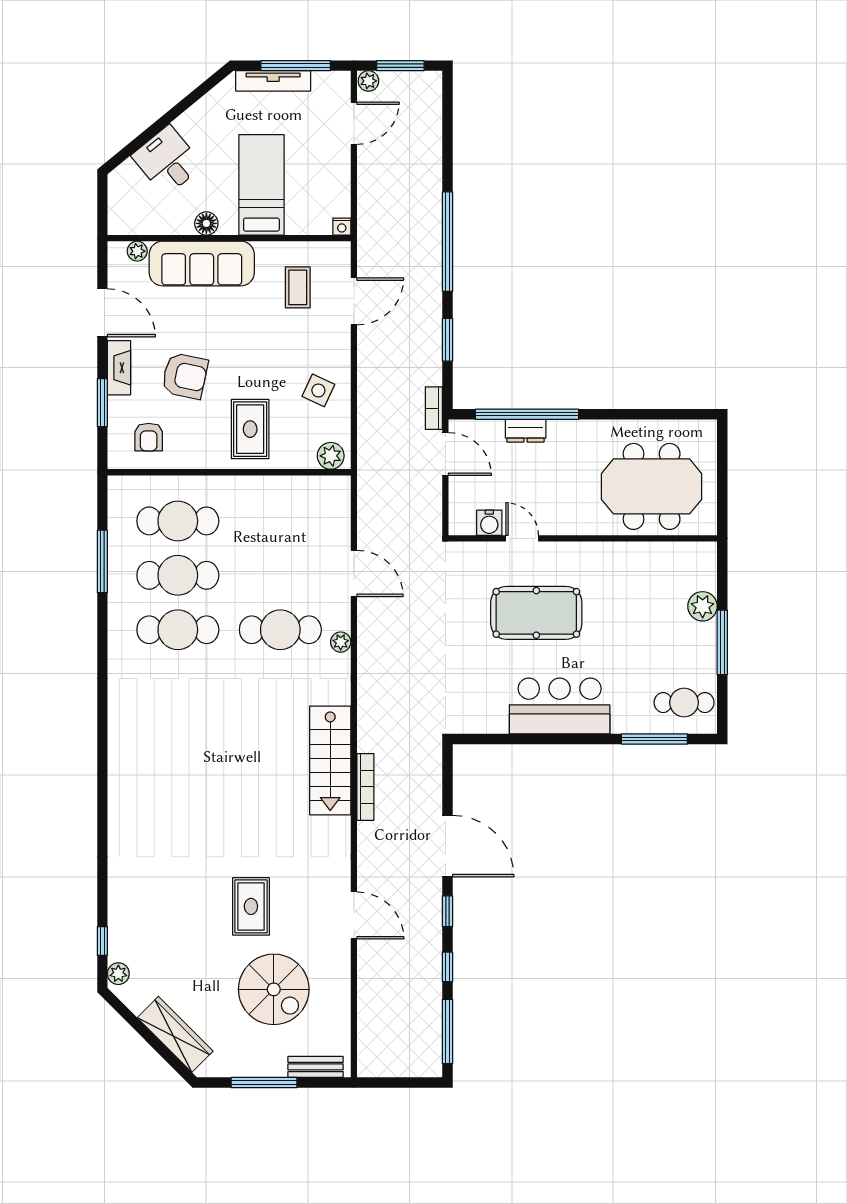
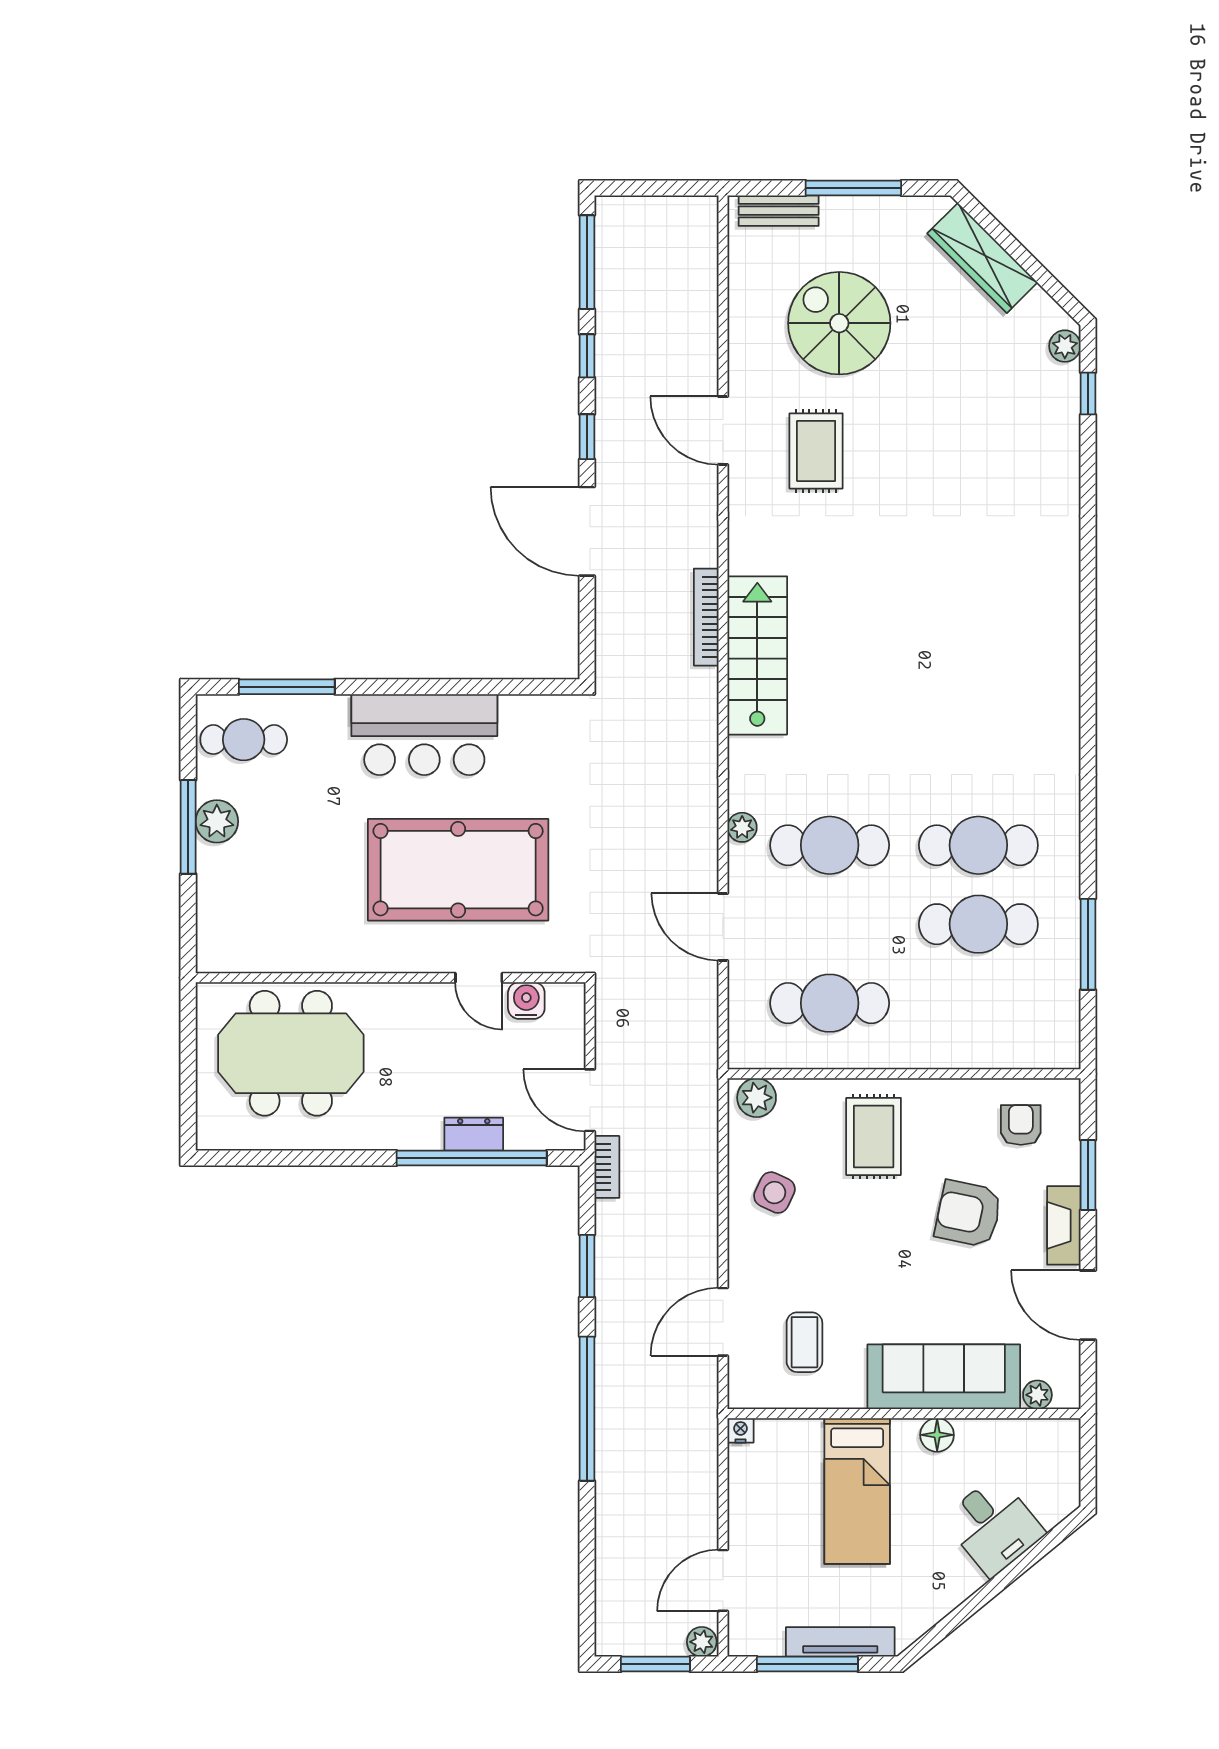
cafe table: (178, 521) -> (830, 1003), moved
plant: (703, 606) -> (217, 821), moved
pool table: (536, 613) -> (458, 870), width x1.36, depth x1.32
rug: (251, 906) -> (816, 451), moved

